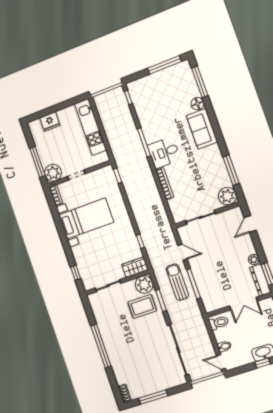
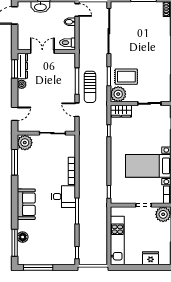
floor lamp: (197, 104) -> (23, 237), moved

